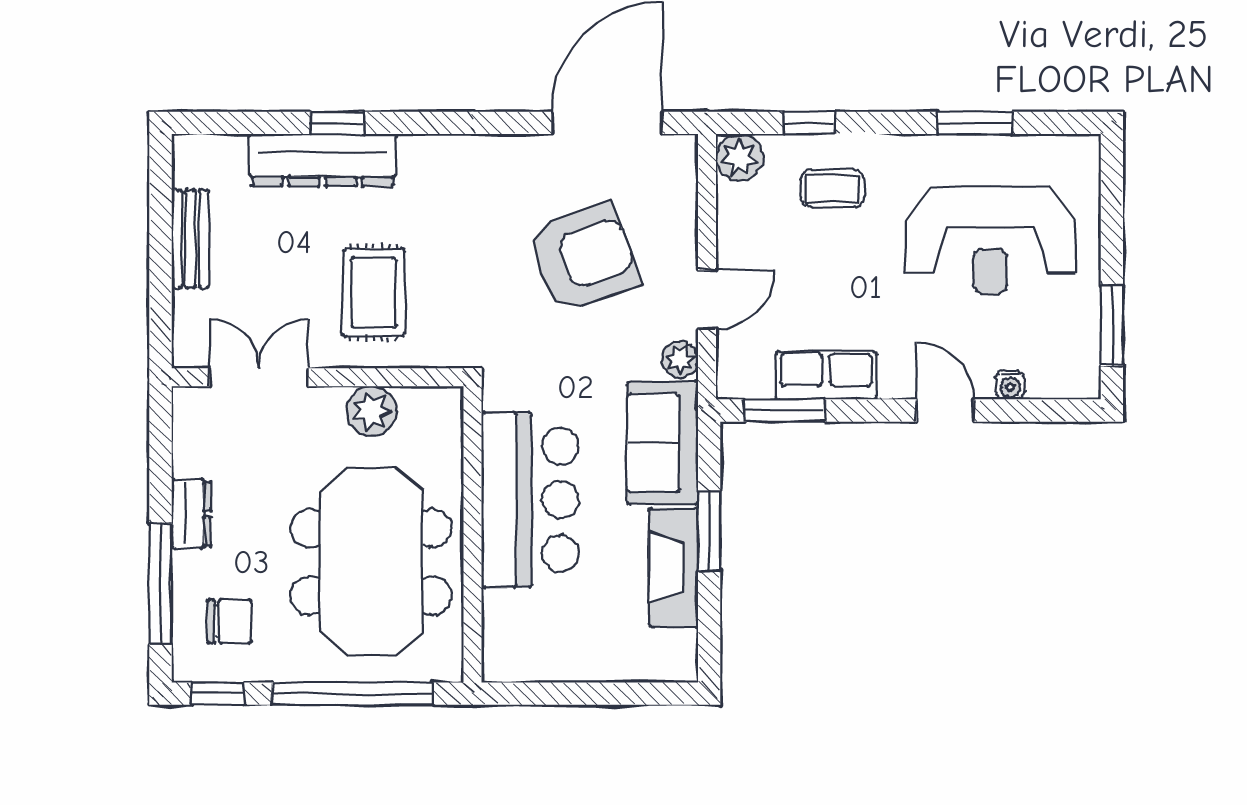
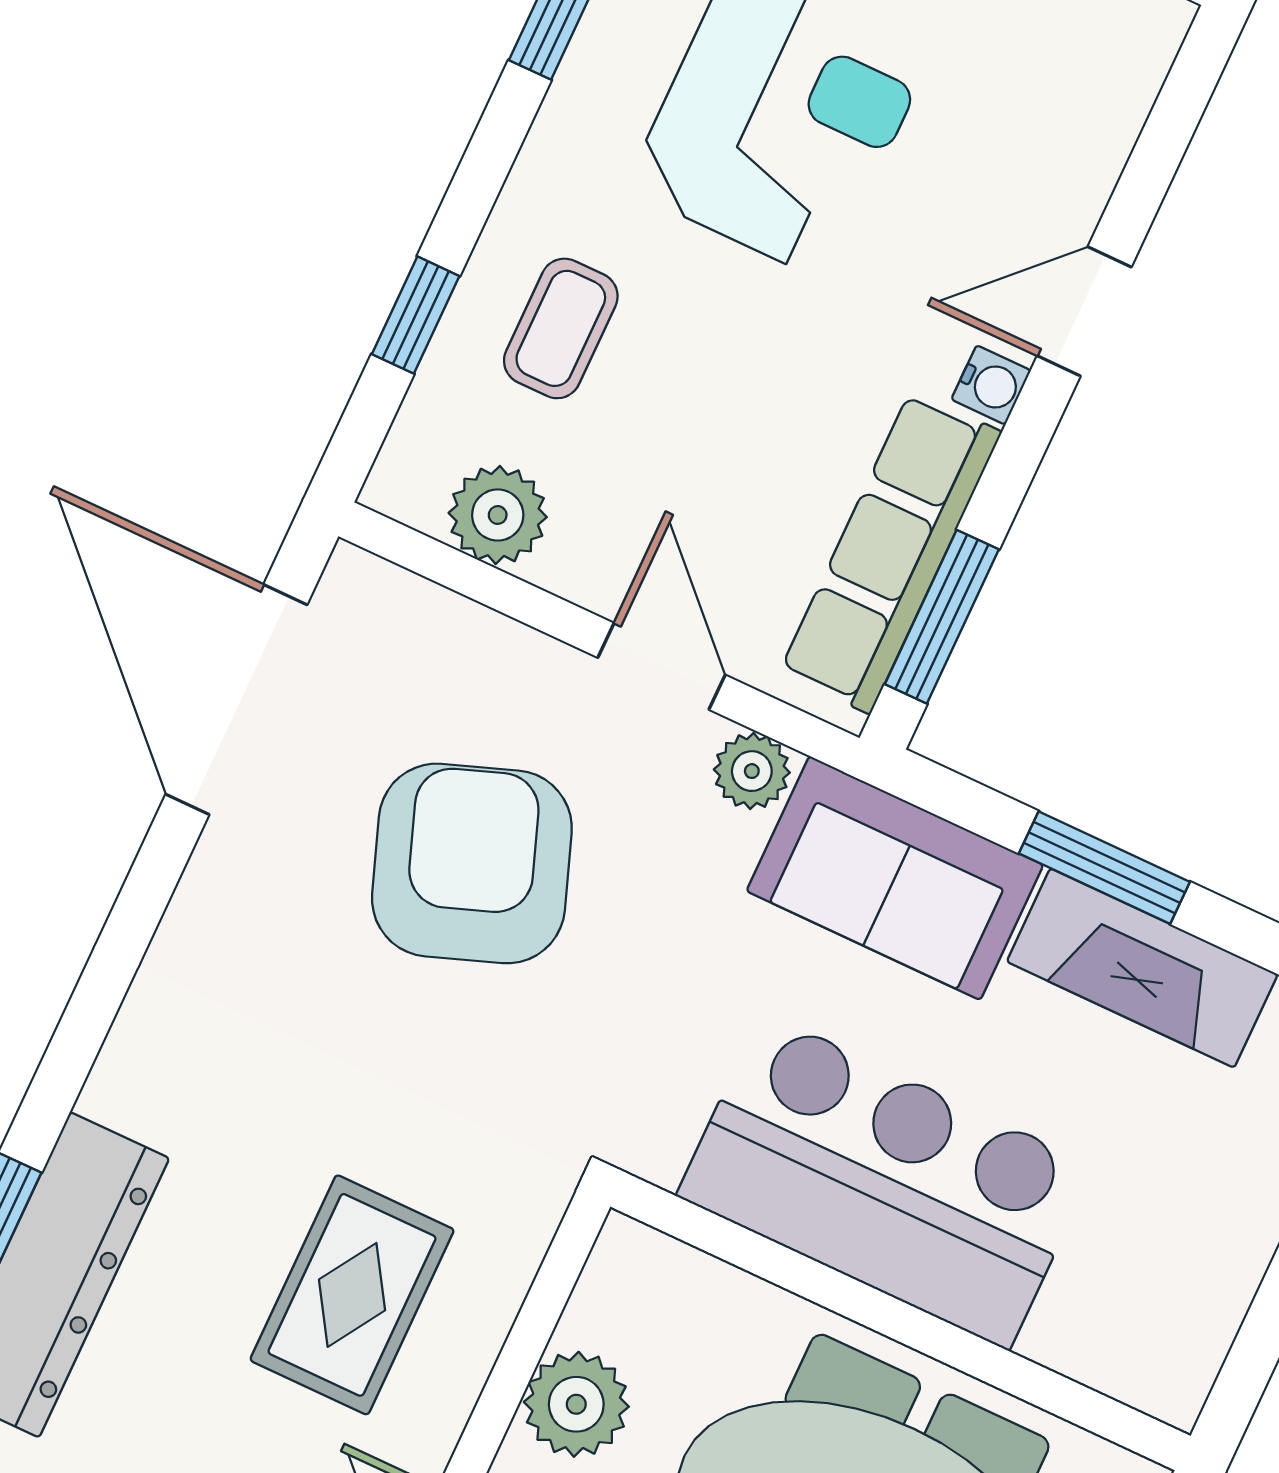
plant: (739, 157) -> (498, 515), moved
rug: (374, 293) -> (352, 1295), turned 90
row of seats: (826, 375) -> (891, 552), width x1.48
water cooler: (1010, 385) -> (991, 385), moved

